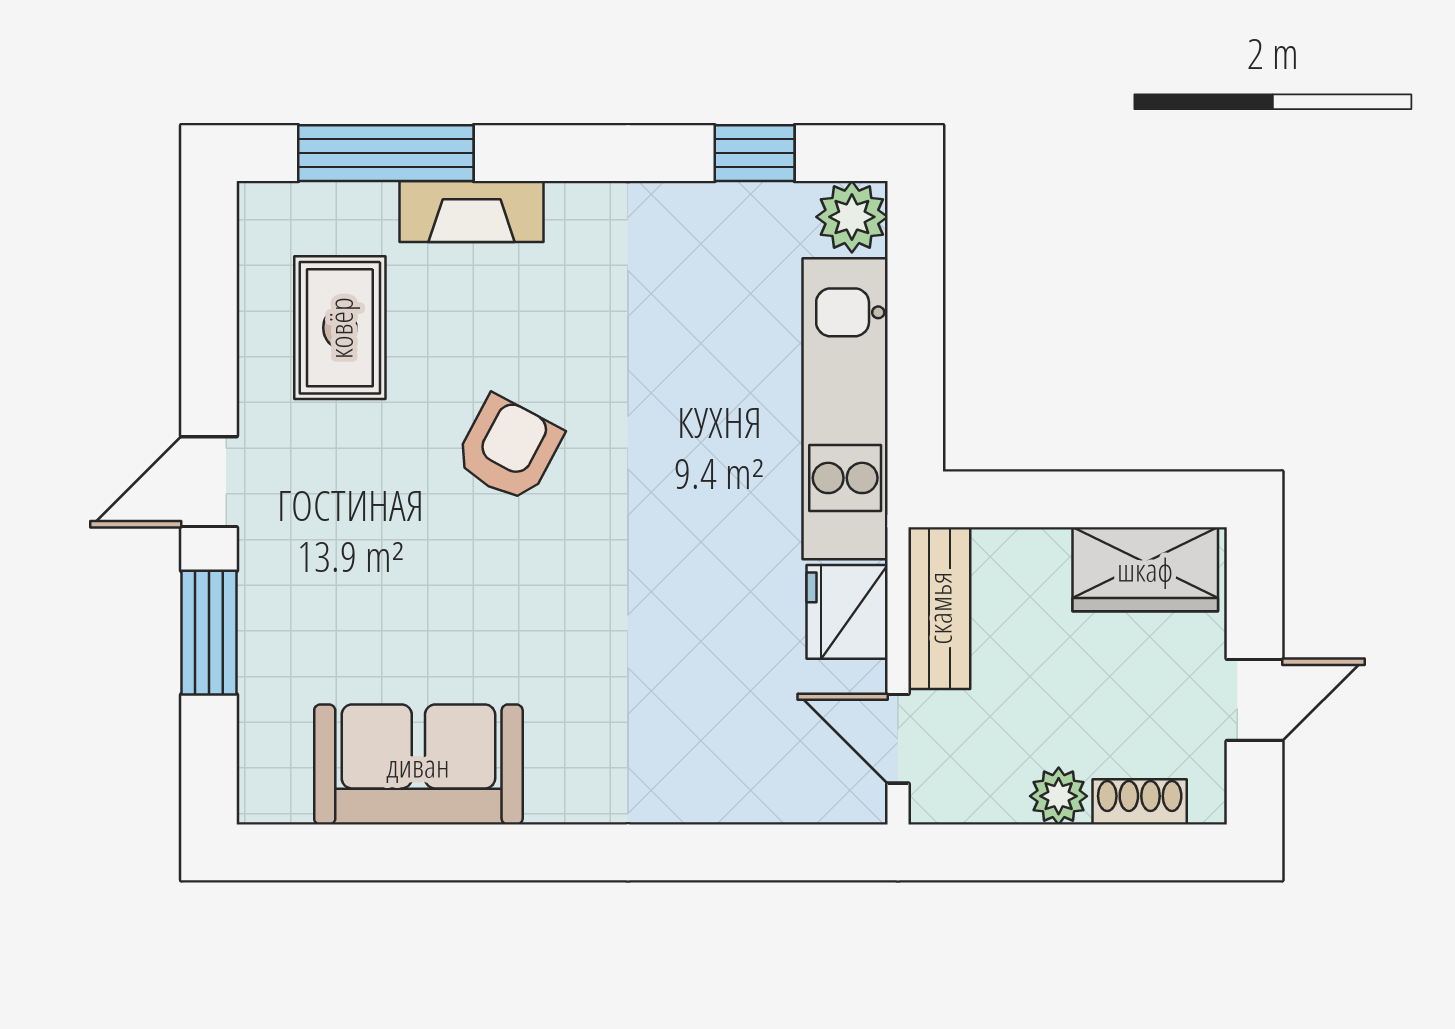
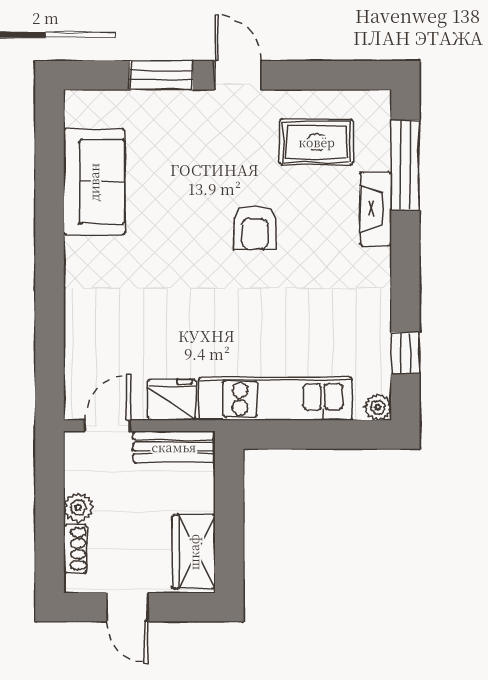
plant: (852, 217) -> (378, 407), width x0.73, depth x0.73
armchair: (509, 449) -> (255, 228), turned 62

